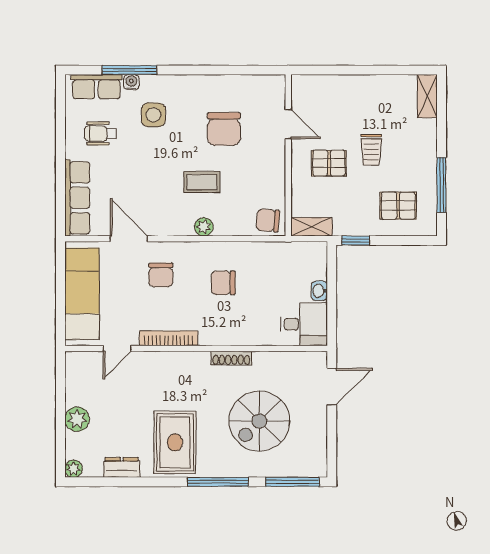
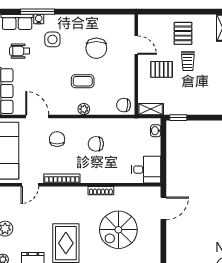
pallet: (398, 206) -> (183, 33), moved, turned 90
chair: (161, 275) -> (57, 139), turned 180
washbasin: (319, 291) -> (156, 131), moved

